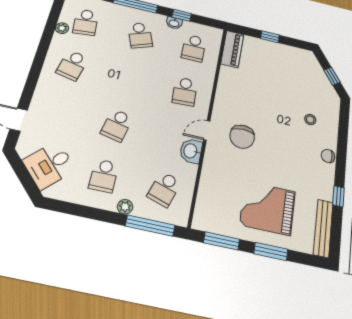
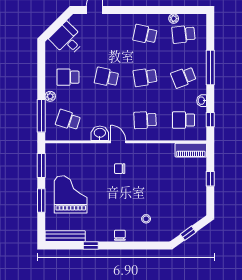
window: (182, 15) -> (210, 120), moved
school desk: (129, 78) -> (145, 77), added
chair: (242, 137) -> (120, 169), width x0.54, depth x0.54

